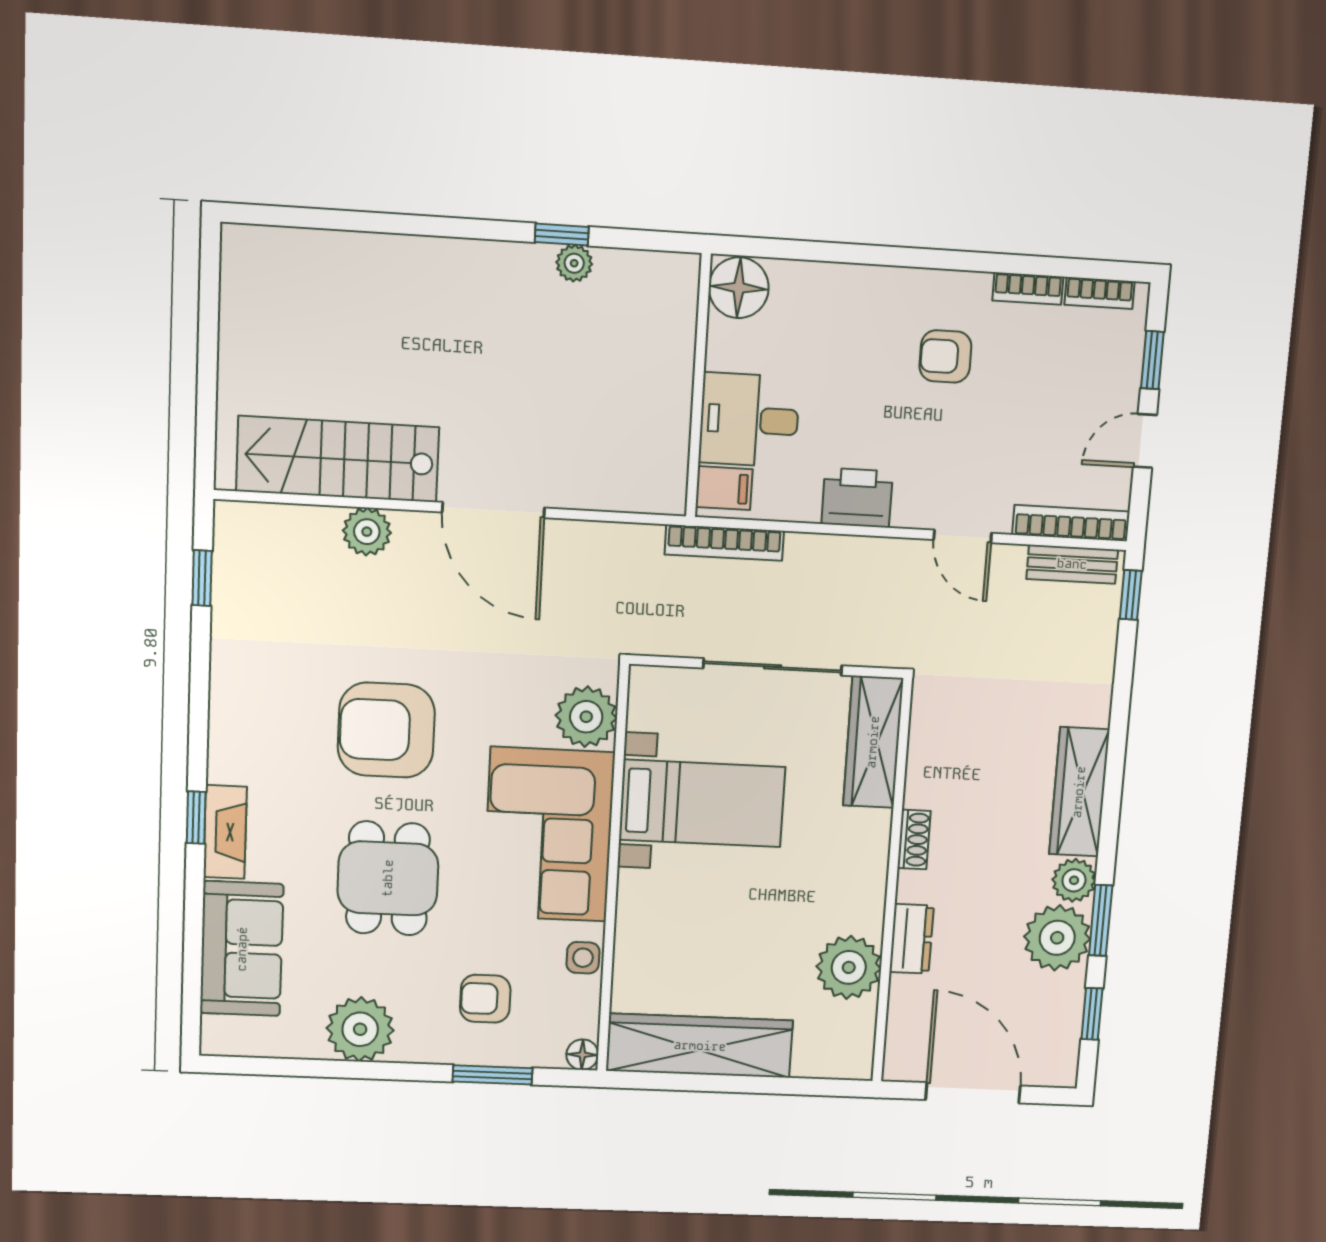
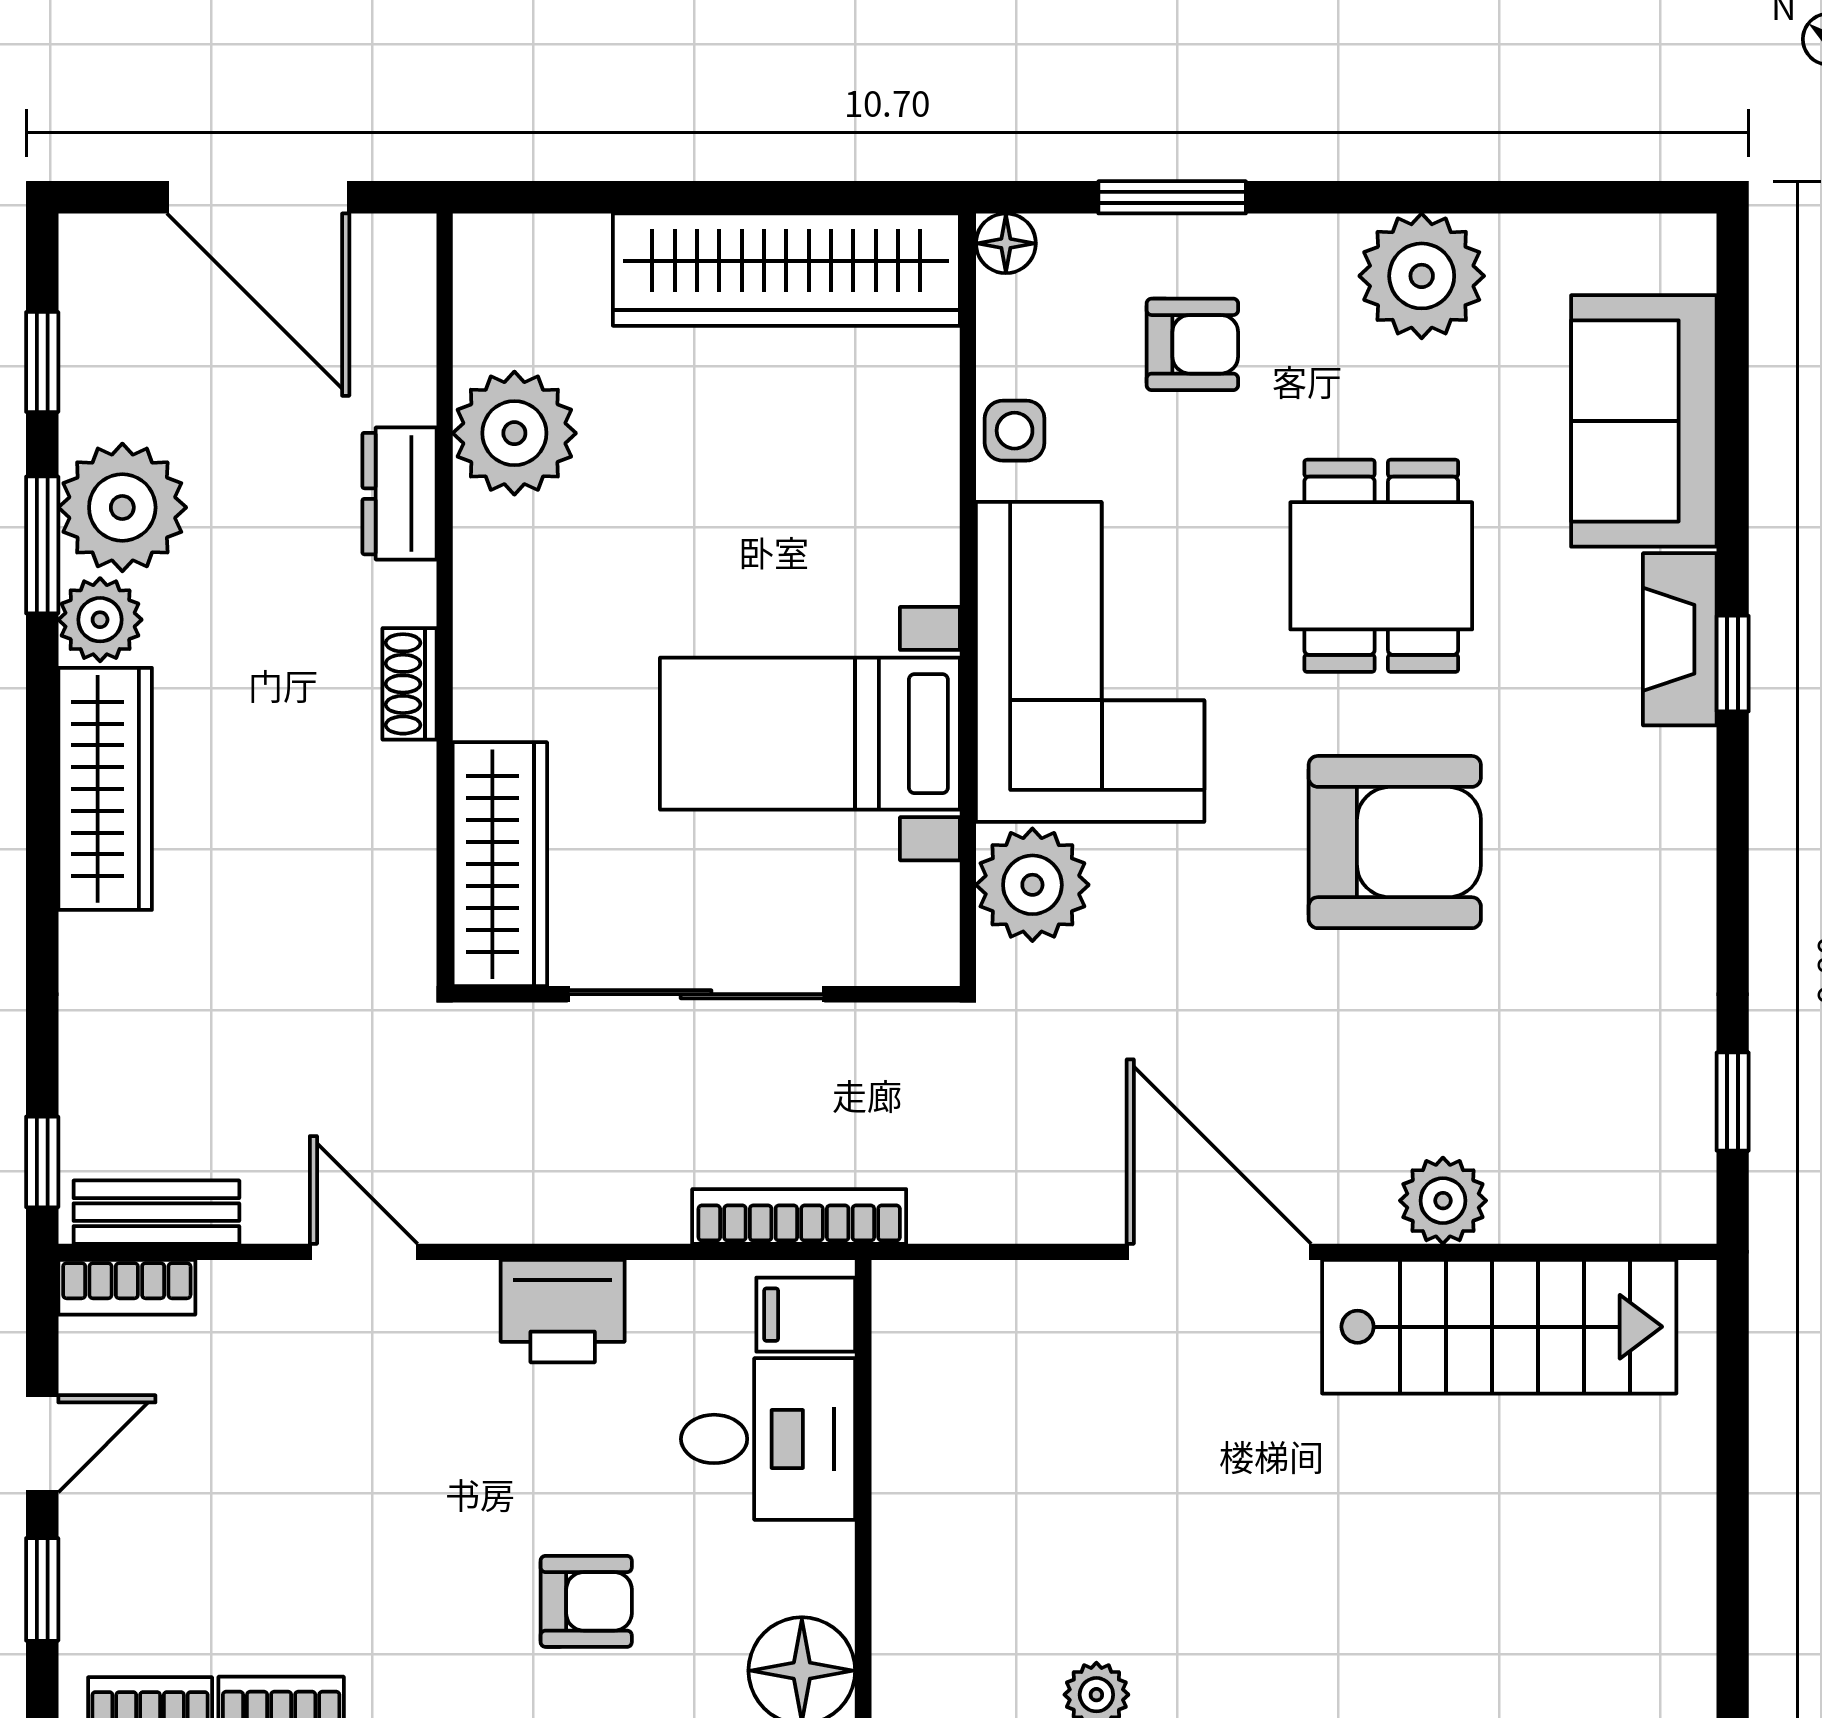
armchair: (945, 356) -> (586, 1601), moved
bookcase: (1071, 523) -> (127, 1287), width x0.64

